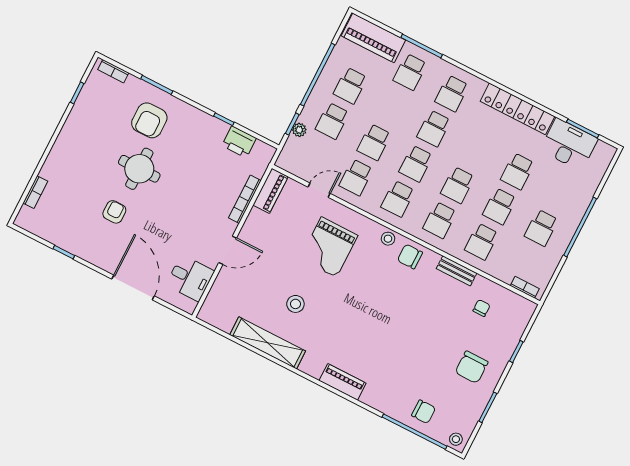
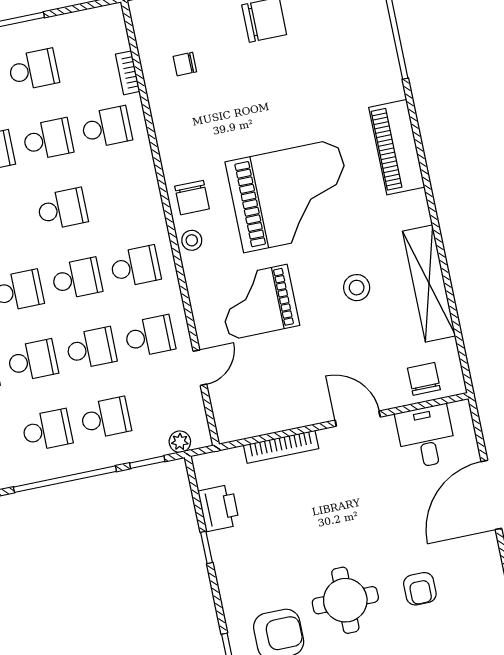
plant: (299, 130) -> (180, 442), moved
door: (319, 190) -> (200, 368), swing flipped
piano: (270, 191) -> (247, 424), removed
armchair: (114, 212) -> (420, 589), turned -90
school desk: (440, 220) -> (33, 360), moved
grand piano: (329, 247) -> (258, 302), turned 180
bench: (457, 271) -> (165, 129), removed
bookcase: (525, 287) -> (128, 73), moved
grand piano: (370, 308) -> (291, 196), added
piano: (343, 382) -> (397, 147), width x1.37, depth x1.33
chair: (424, 412) -> (424, 379), moved

